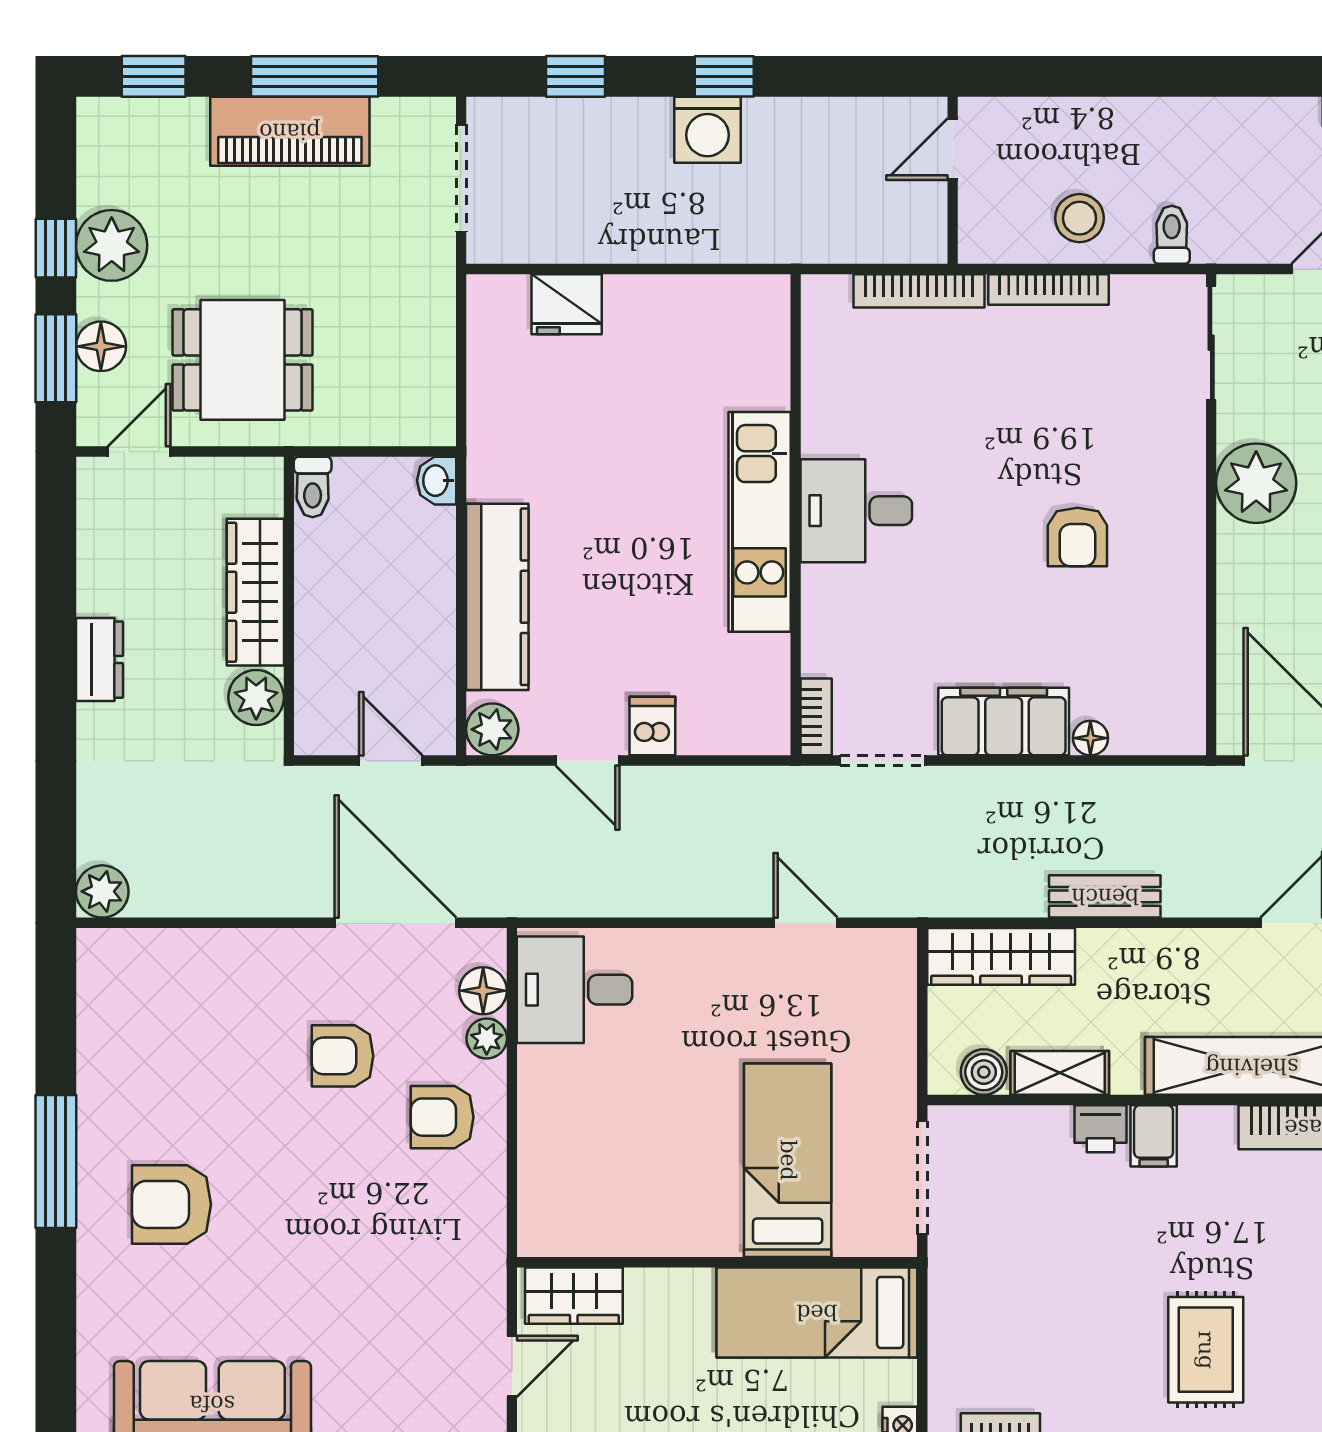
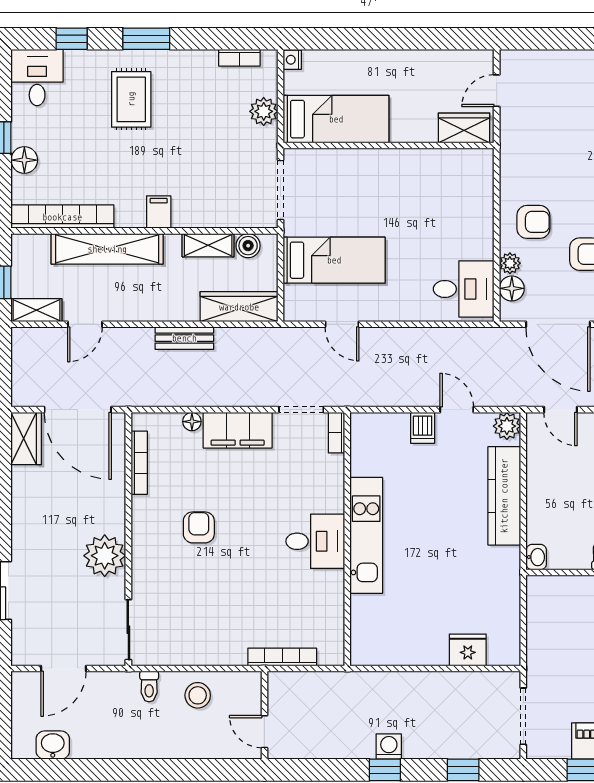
washing machine: (707, 130) -> (389, 747), width x0.73, depth x0.73
door: (953, 149) -> (264, 732), swing flipped
bookcase: (1049, 289) -> (139, 463), moved, turned 90
printer: (1101, 1129) -> (187, 216), removed
bed: (788, 1160) -> (334, 260), moved, turned -90
plant: (954, 1327) -> (264, 111), added

